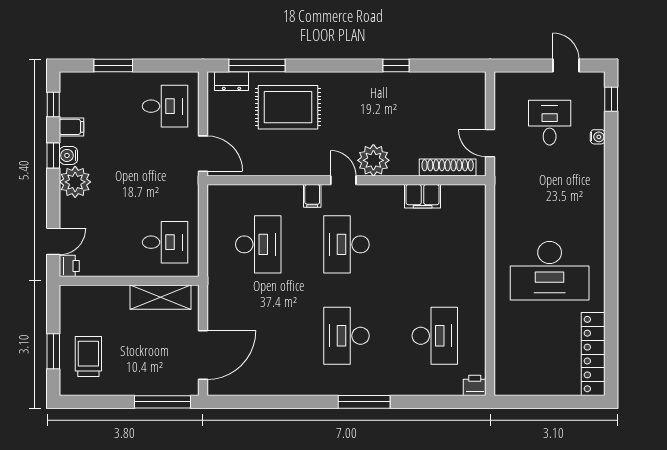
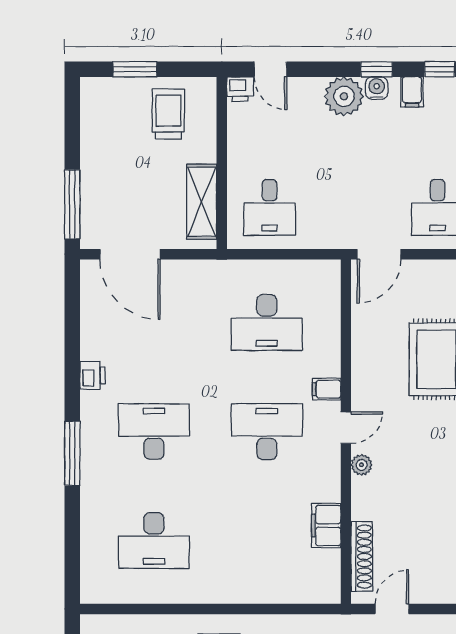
plant: (373, 160) -> (362, 465), width x0.53, depth x0.53
trolley: (88, 357) -> (168, 114), moved, turned -90
printer: (475, 385) -> (93, 375), moved

